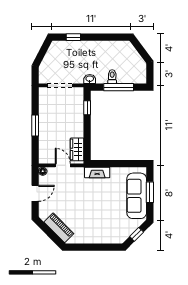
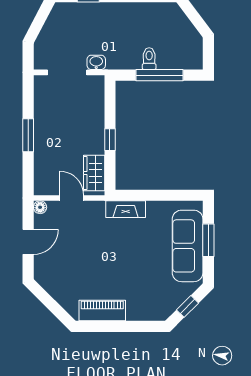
washbasin: (90, 79) -> (96, 62), moved
window: (87, 108) -> (110, 140), moved
piano: (59, 228) -> (102, 311), moved, turned -45

